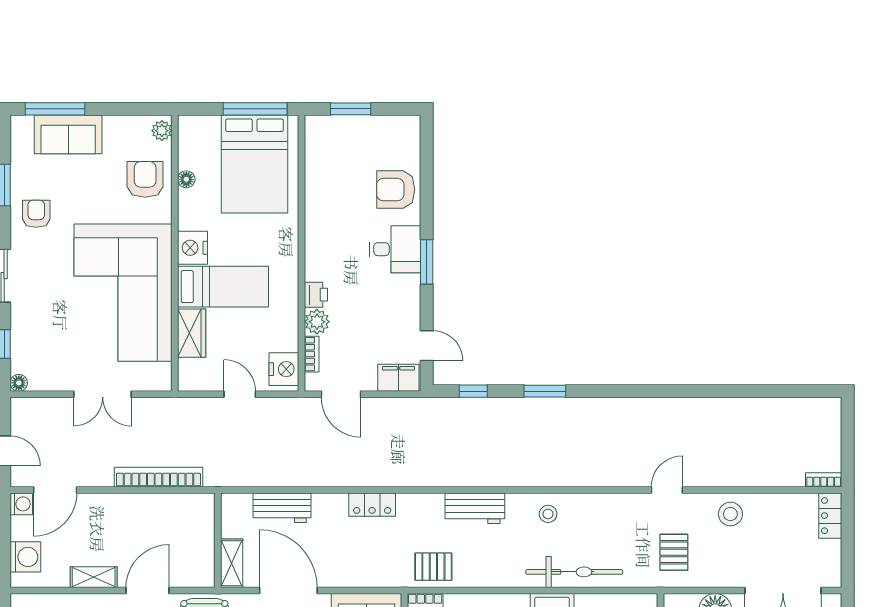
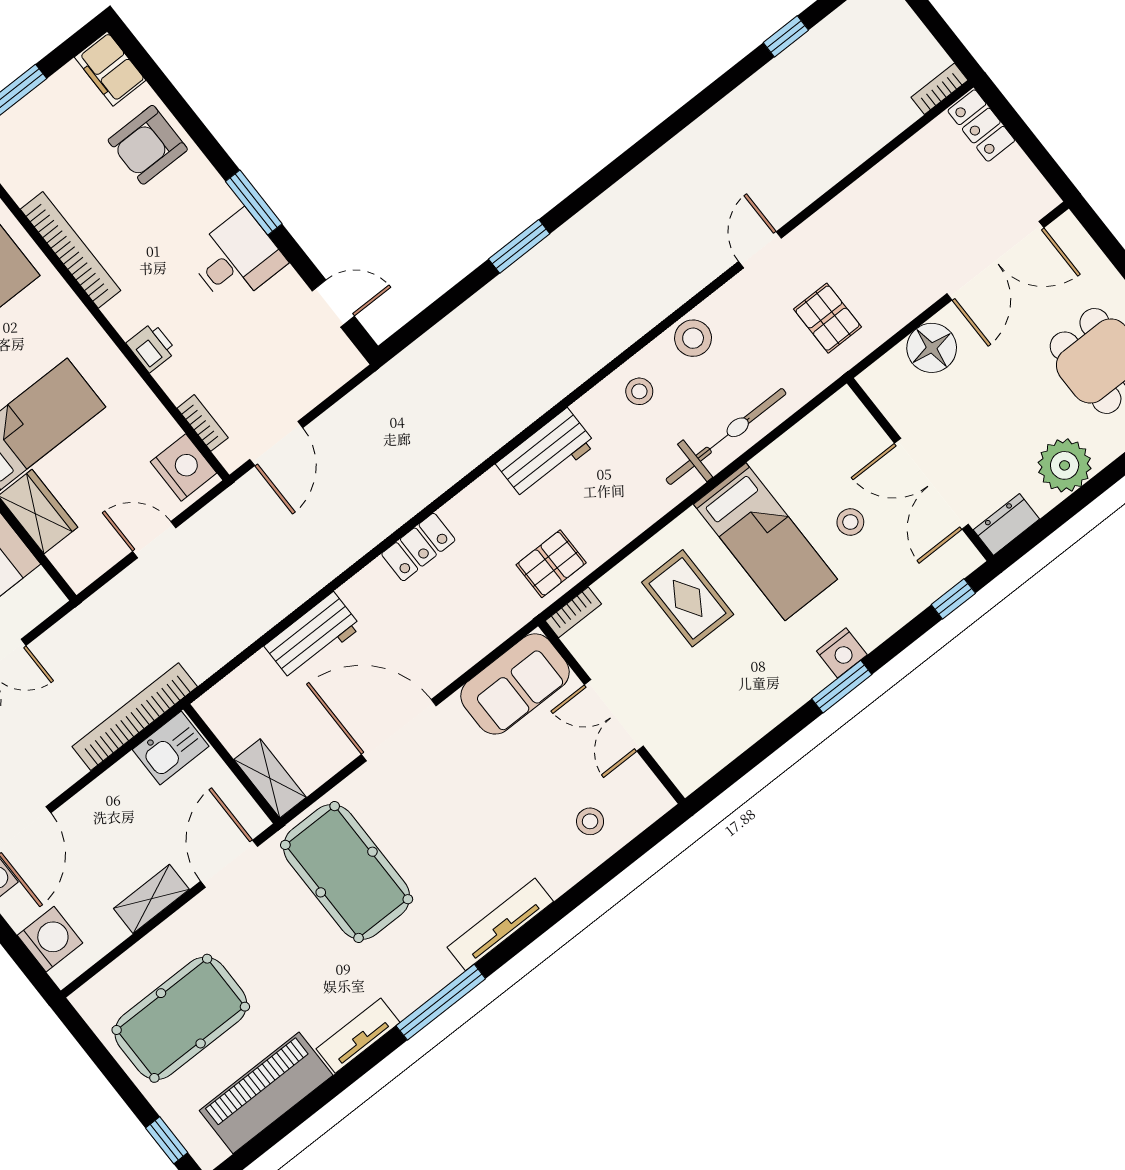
bookcase: (314, 212) -> (71, 250), added
desk: (395, 249) -> (236, 258), moved
plant: (317, 322) -> (178, 379), removed
filing cabinet: (398, 378) -> (110, 69), moved, turned -90
window: (473, 391) -> (786, 36), moved
door: (341, 394) -> (276, 444), hinge flipped
kitchen sink: (164, 508) -> (171, 748), added
stool: (730, 514) -> (693, 338), moved
wall: (218, 540) -> (232, 764), moved
shelving: (232, 563) -> (270, 778), moved

